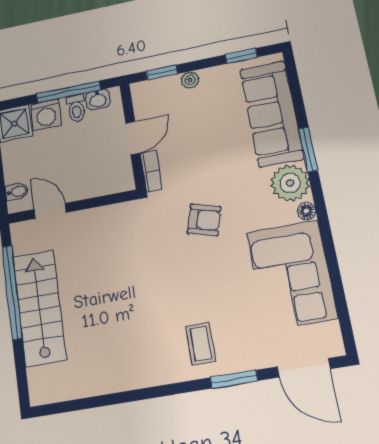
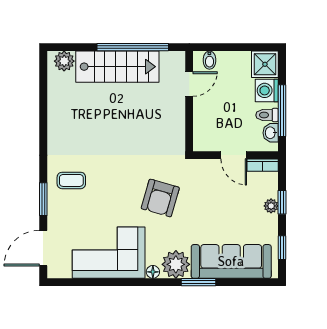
window: (162, 72) -> (282, 202), moved
bookcase: (151, 171) -> (263, 165), moved
armchair: (204, 220) -> (160, 198), width x1.38, depth x1.38
plant: (41, 381) -> (64, 61), added

